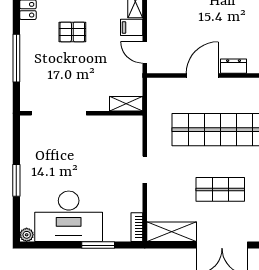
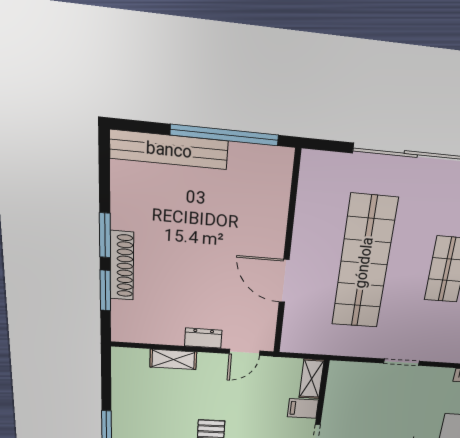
filing cabinet: (132, 27) -> (303, 408), moved, turned 90
dresser: (234, 66) -> (203, 338), moved, turned 90

